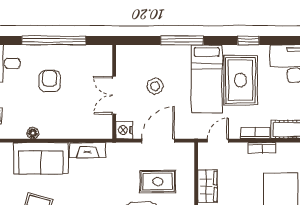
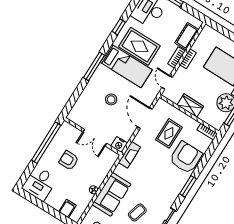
wall: (114, 92) -> (93, 136), moved
double door: (114, 95) -> (95, 138), moved
nightstand: (124, 130) -> (119, 145), moved
fireplace: (88, 150) -> (130, 155), moved

